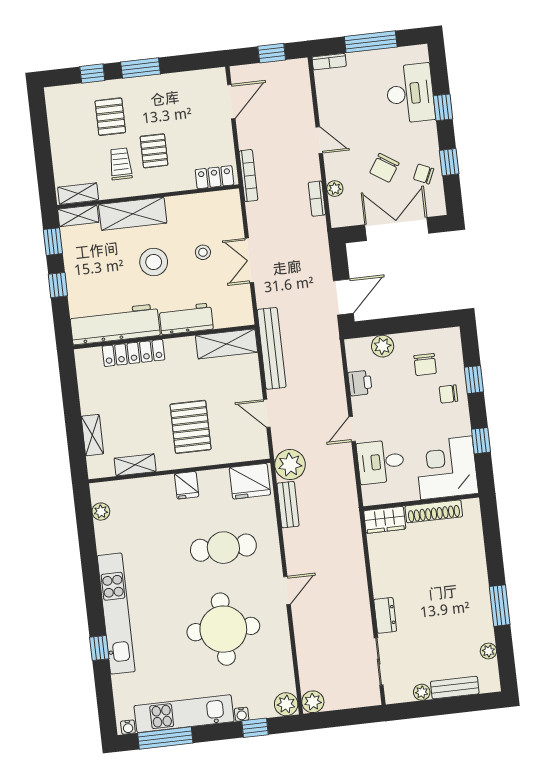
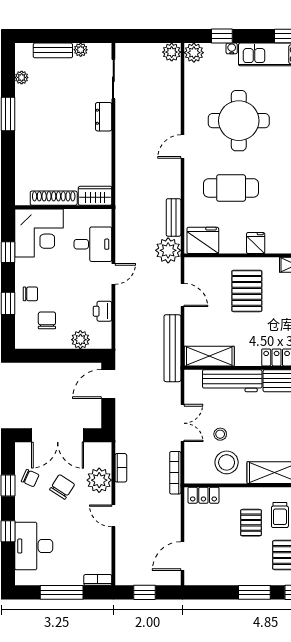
bookcase: (248, 176) -> (175, 473), moved
plant: (335, 189) -> (99, 480), width x1.88, depth x1.88
stool: (154, 262) -> (227, 462), moved
workbench: (186, 319) -> (232, 381), width x1.38

